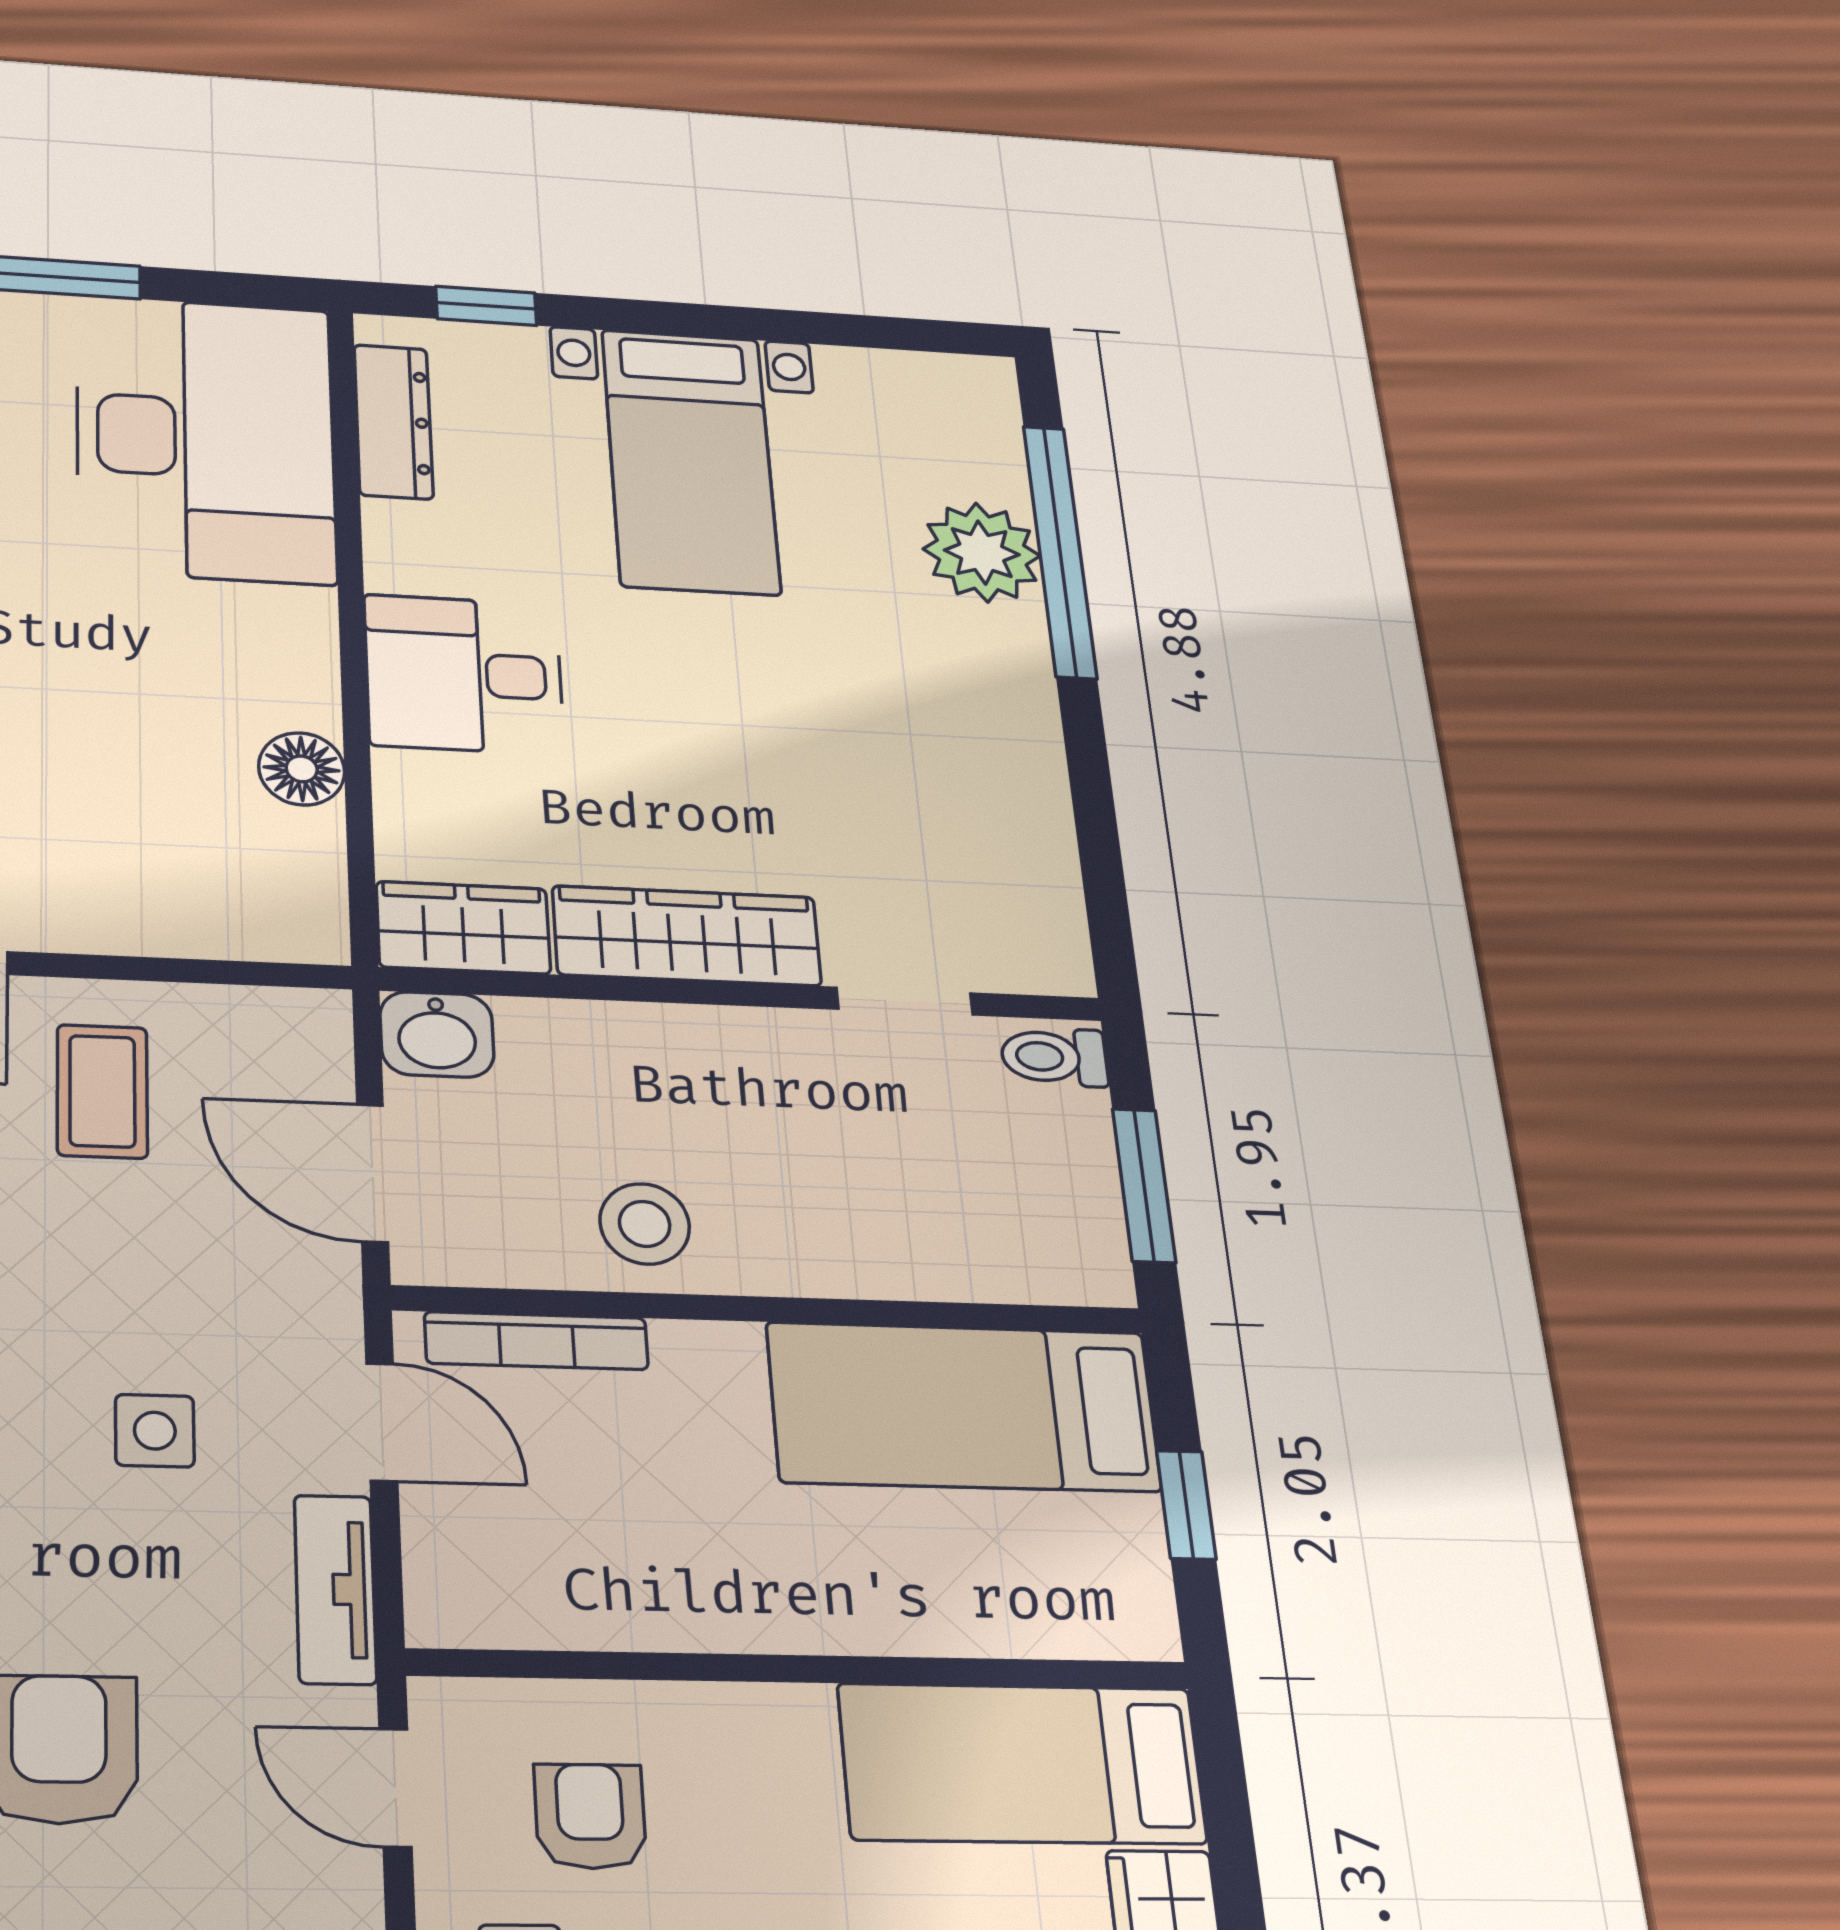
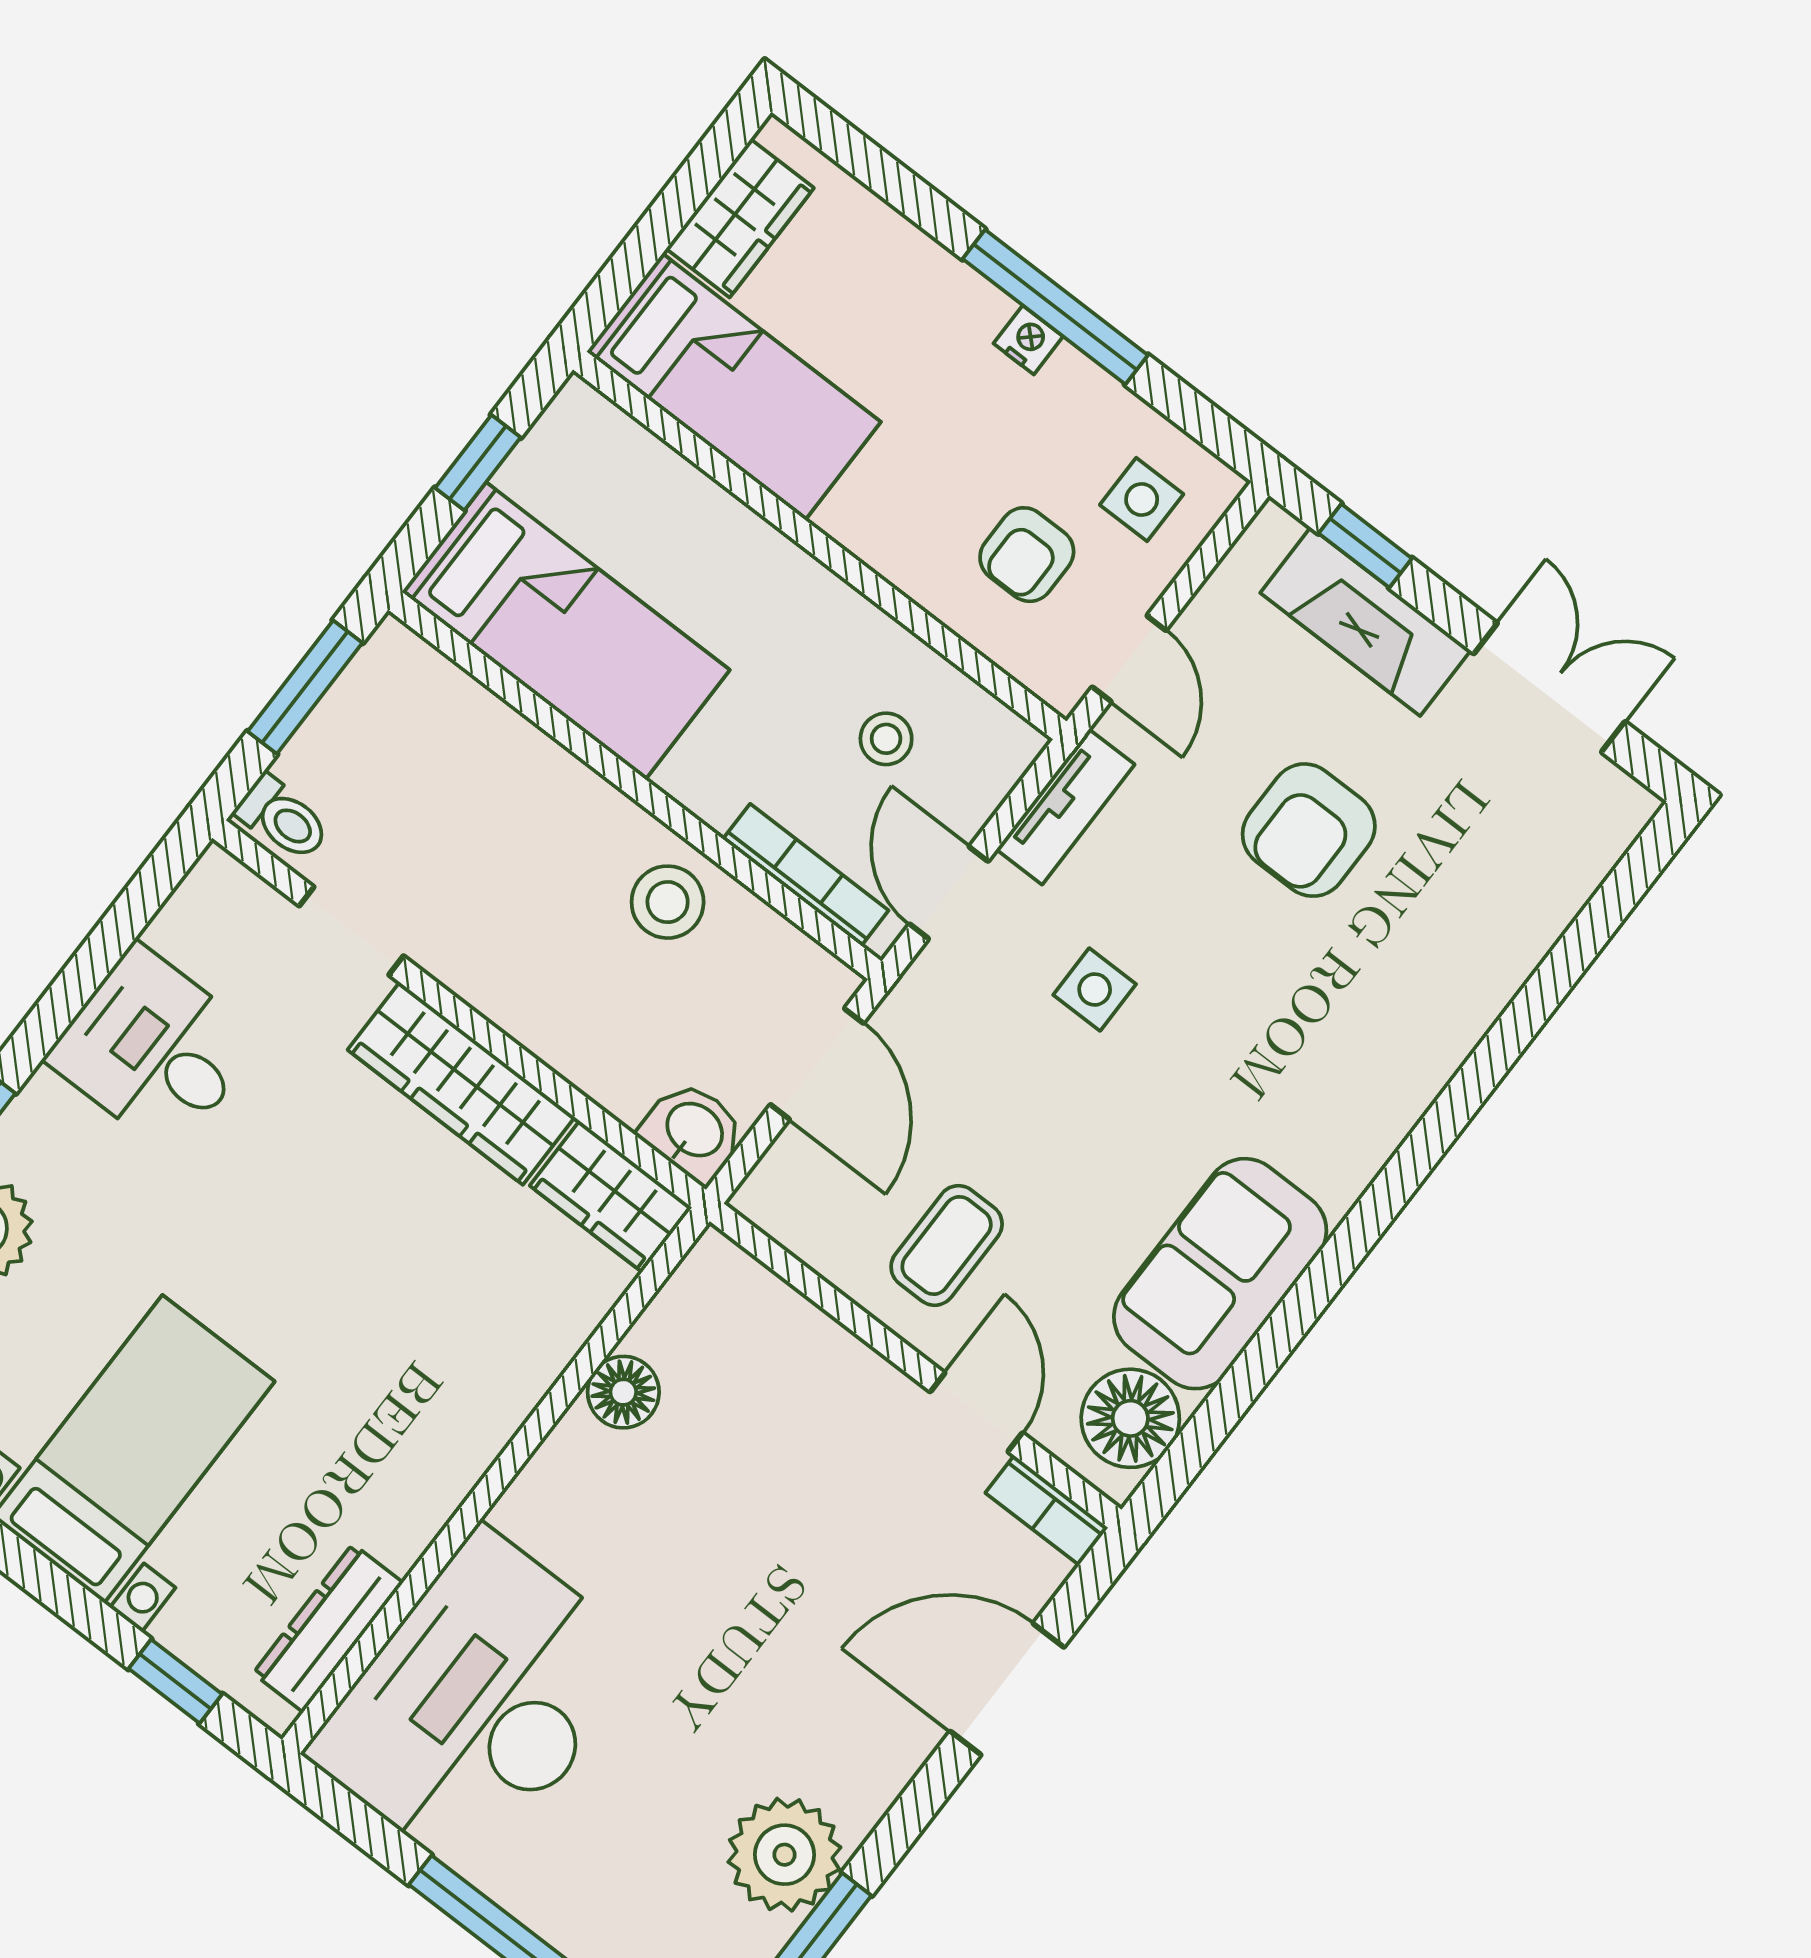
desk: (464, 674) -> (154, 1050), moved, turned 180
stool: (572, 1527) -> (886, 739), added

